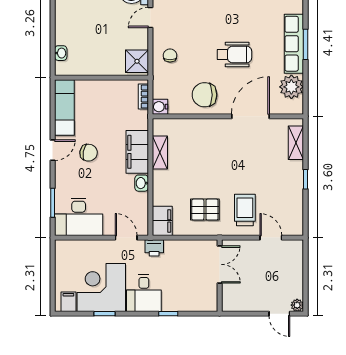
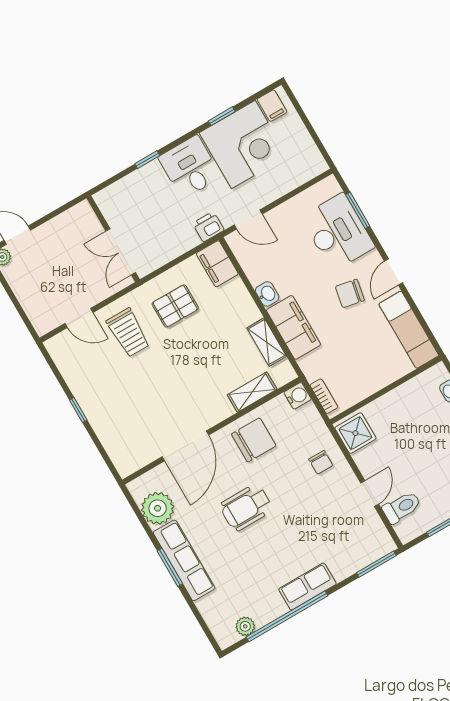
shelving: (296, 143) -> (252, 392), moved, turned 90
desk: (79, 217) -> (338, 232), moved, turned 90

